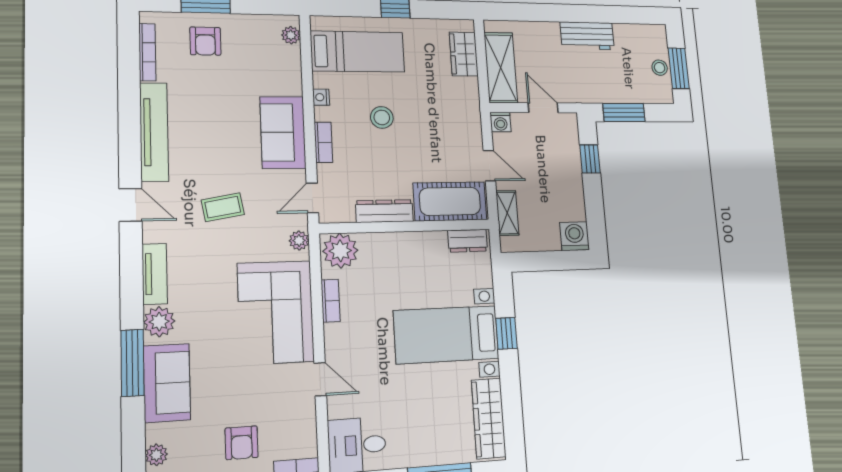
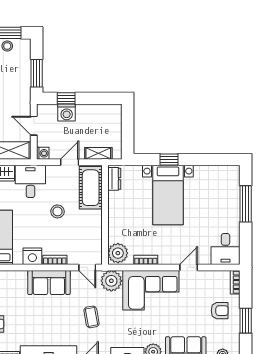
nightstand: (321, 97) -> (32, 256), width x1.89, depth x1.79
desk: (454, 102) -> (30, 181), added
door: (543, 108) -> (34, 126), hinge flipped
stool: (382, 117) -> (58, 211), moved
dresser: (384, 211) -> (96, 227), removed
washing machine: (575, 236) -> (67, 113), moved, turned -90
plant: (299, 240) -> (111, 281), width x1.88, depth x1.88
wardrobe: (489, 418) -> (216, 174), removed

